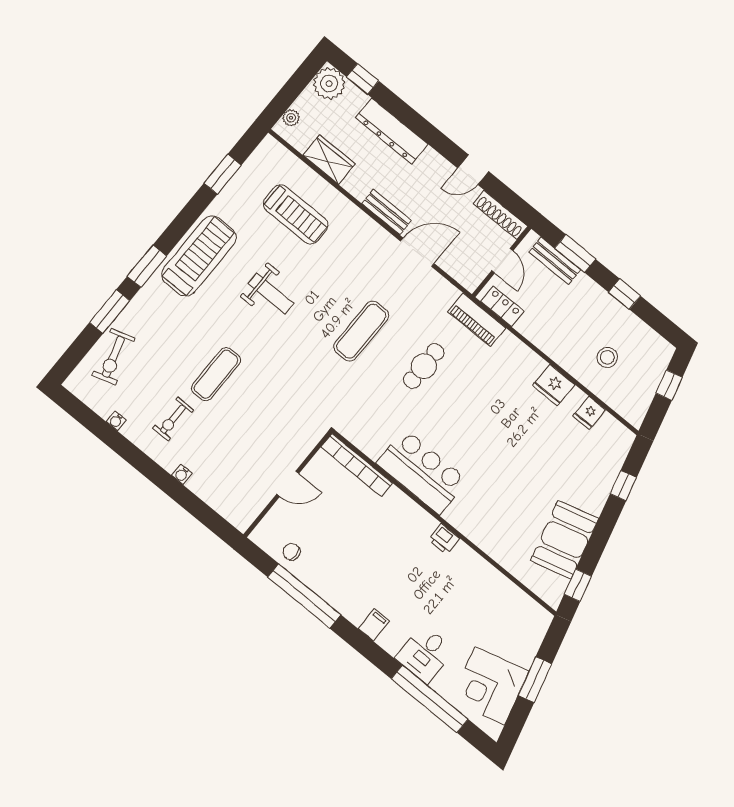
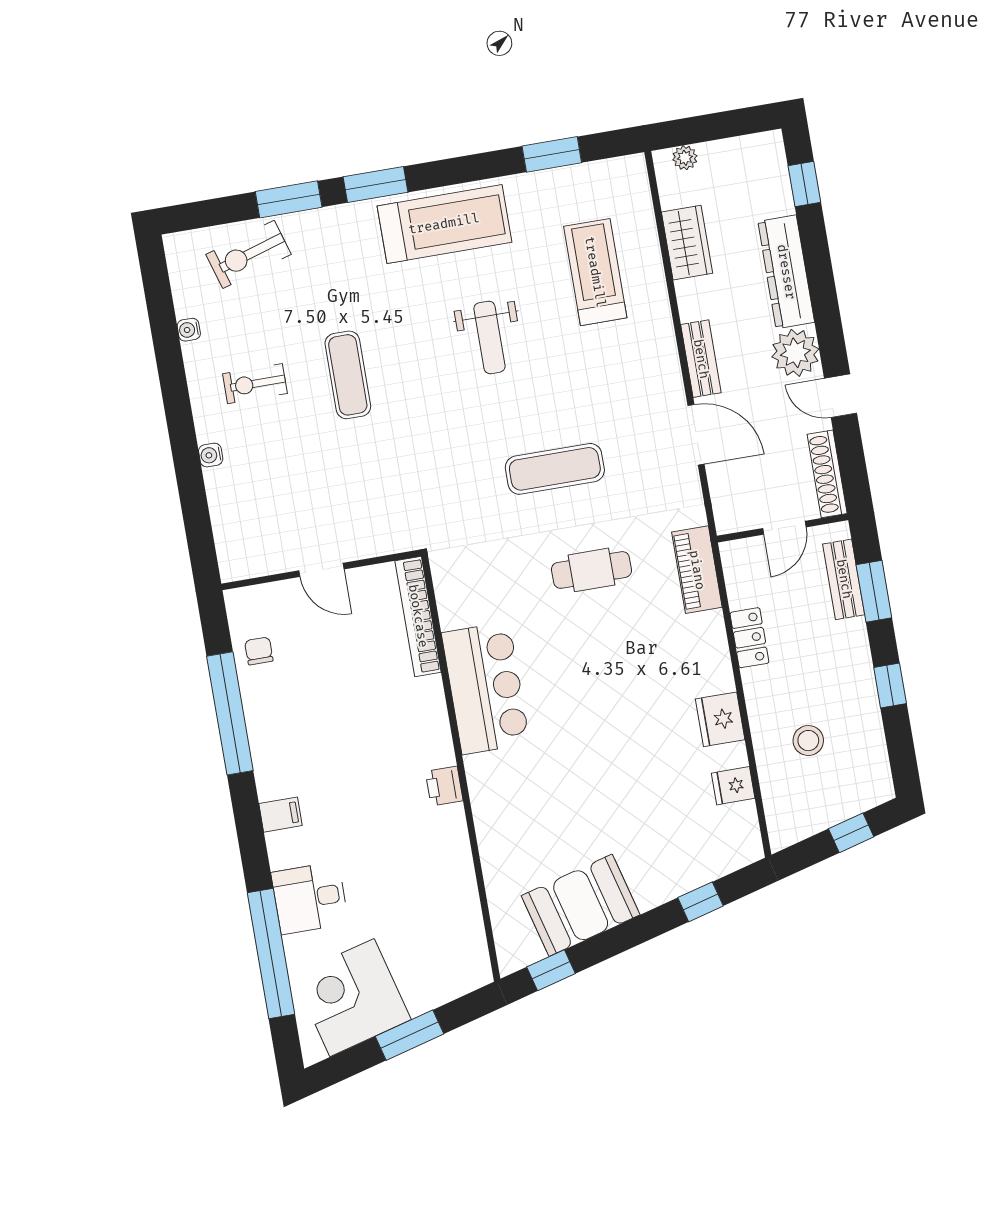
plant: (329, 84) -> (795, 353), moved
treadmill: (296, 214) -> (595, 272), turned 180
locker: (502, 306) -> (749, 638), moved
exercise mat: (216, 374) -> (348, 375), turned 90

